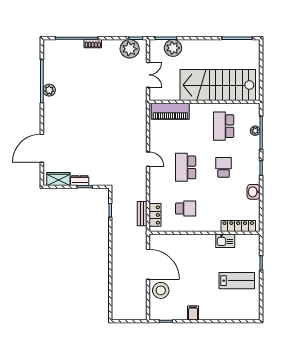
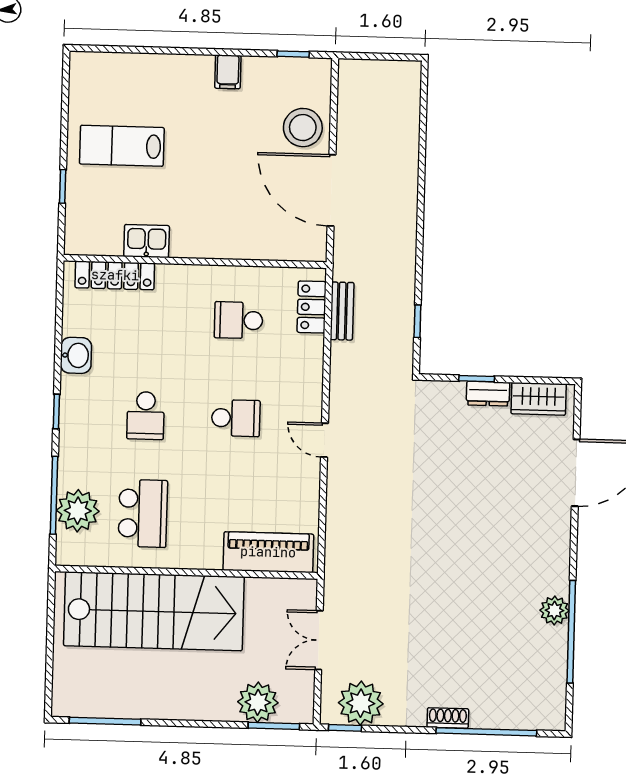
plant: (255, 131) -> (78, 511), width x1.88, depth x1.88
school desk: (186, 167) -> (236, 418), width x0.54

